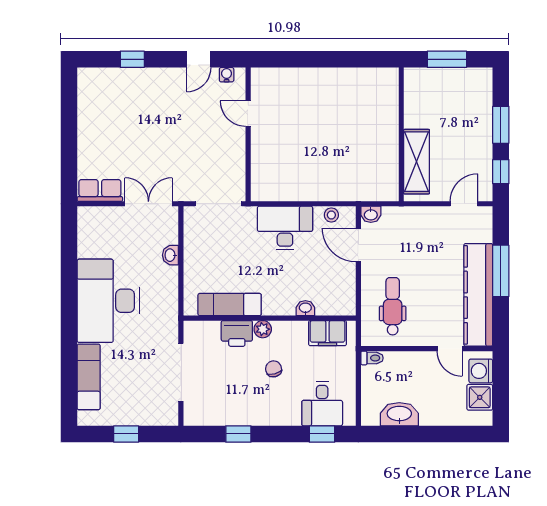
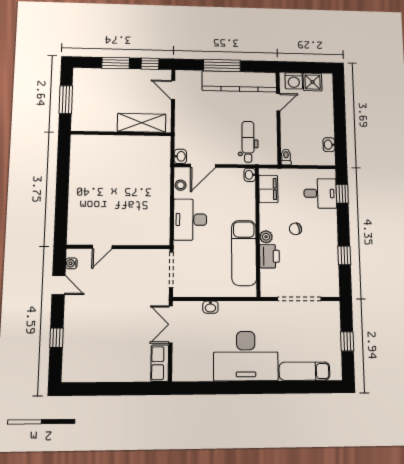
exam couch: (230, 305) -> (244, 253), width x1.36, depth x1.45
dental chair: (393, 306) -> (248, 142), turned 90
washbasin: (305, 308) -> (250, 175), moved
washbasin: (399, 414) -> (329, 145), width x0.52, depth x0.69

